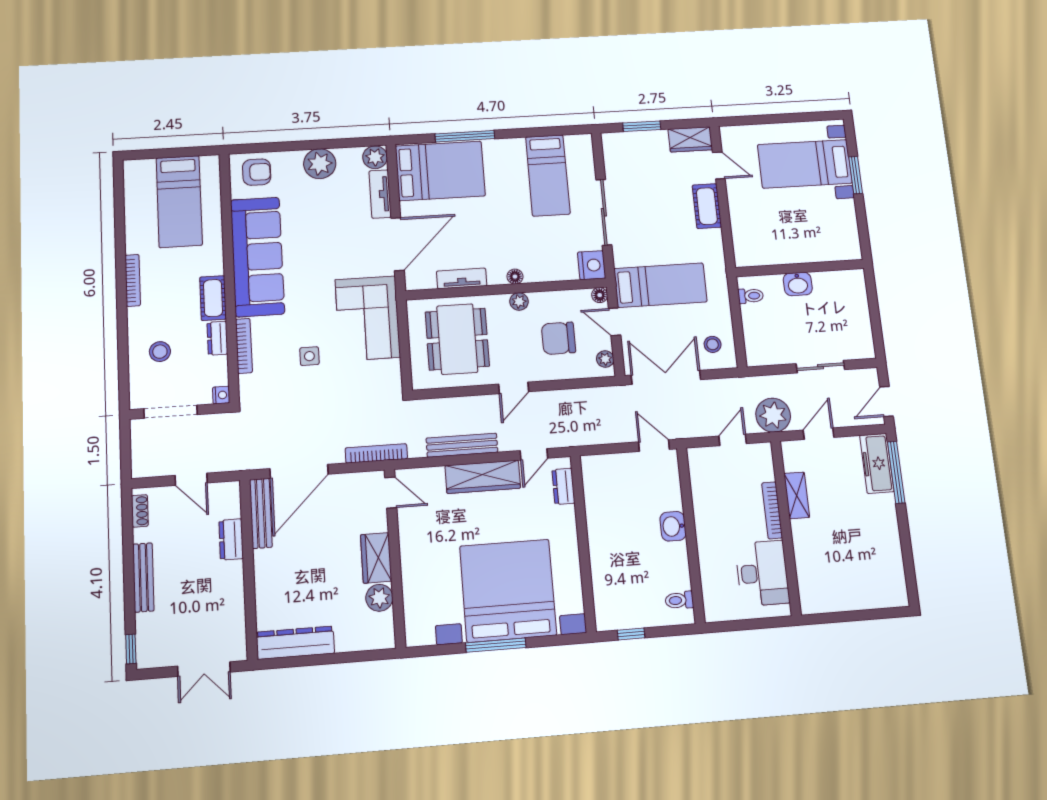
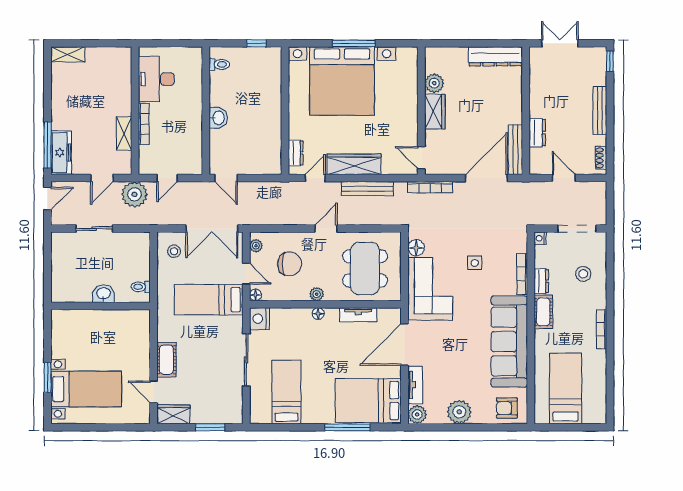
floor lamp: (390, 371) -> (416, 248), added
shelving: (886, 598) -> (68, 54), added

